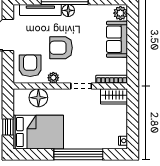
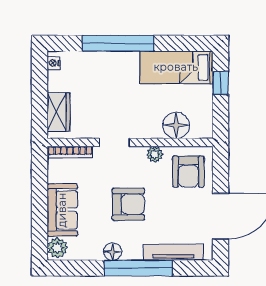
floor lamp: (68, 10) -> (113, 252), moved
armchair: (61, 48) -> (128, 204), moved
wardrobe: (114, 96) -> (58, 112), moved, turned 90
bed: (38, 132) -> (176, 67), width x0.67

